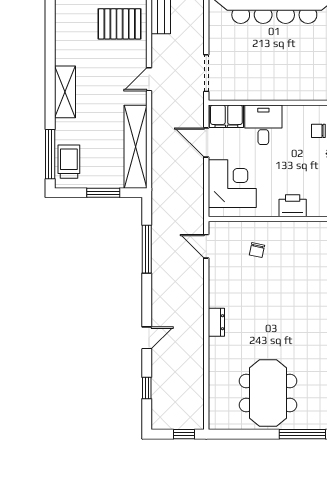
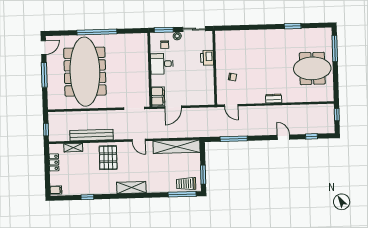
shelving: (65, 92) -> (131, 188), moved
desk: (263, 125) -> (162, 64), moved
corner desk: (232, 184) -> (196, 92), removed
window: (103, 193) -> (203, 175), moved
door: (206, 246) -> (231, 105), hinge flipped

